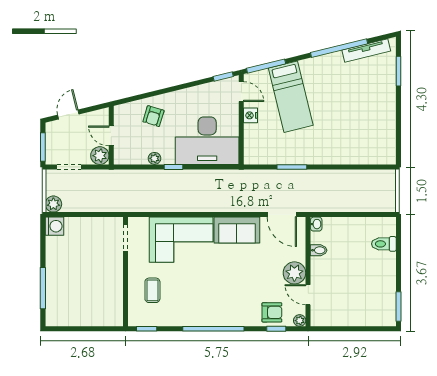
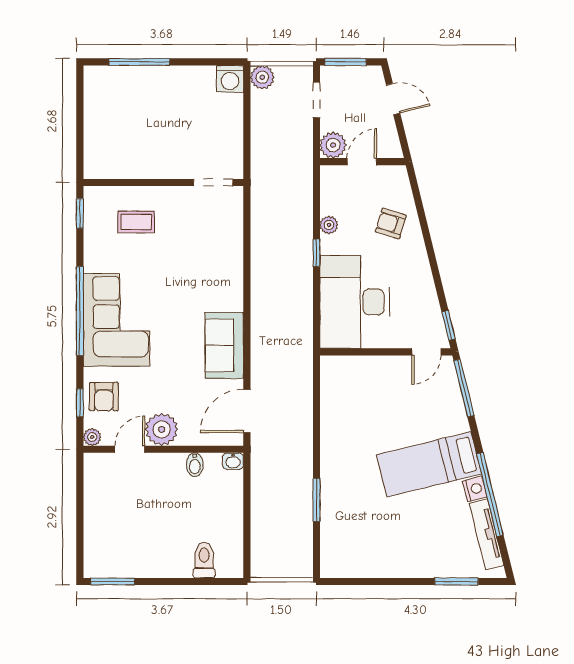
bed: (291, 97) -> (429, 464), moved
nightstand: (251, 115) -> (475, 489), moved, turned 76
window: (292, 167) -> (316, 500), moved
corner sofa: (181, 240) -> (117, 320), moved, turned 180

